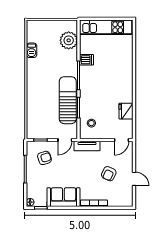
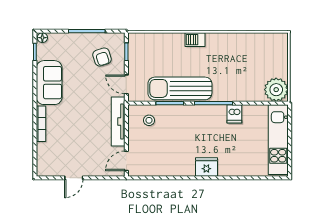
plant: (69, 40) -> (276, 90), moved
barbecue: (32, 50) -> (195, 40), moved
sun lounger: (68, 100) -> (180, 88), turned 180
fridge: (126, 111) -> (206, 167), moved
door: (122, 140) -> (126, 161), hinge flipped
tv unit: (87, 146) -> (118, 122), width x1.41
armchair: (109, 174) -> (81, 144), removed

